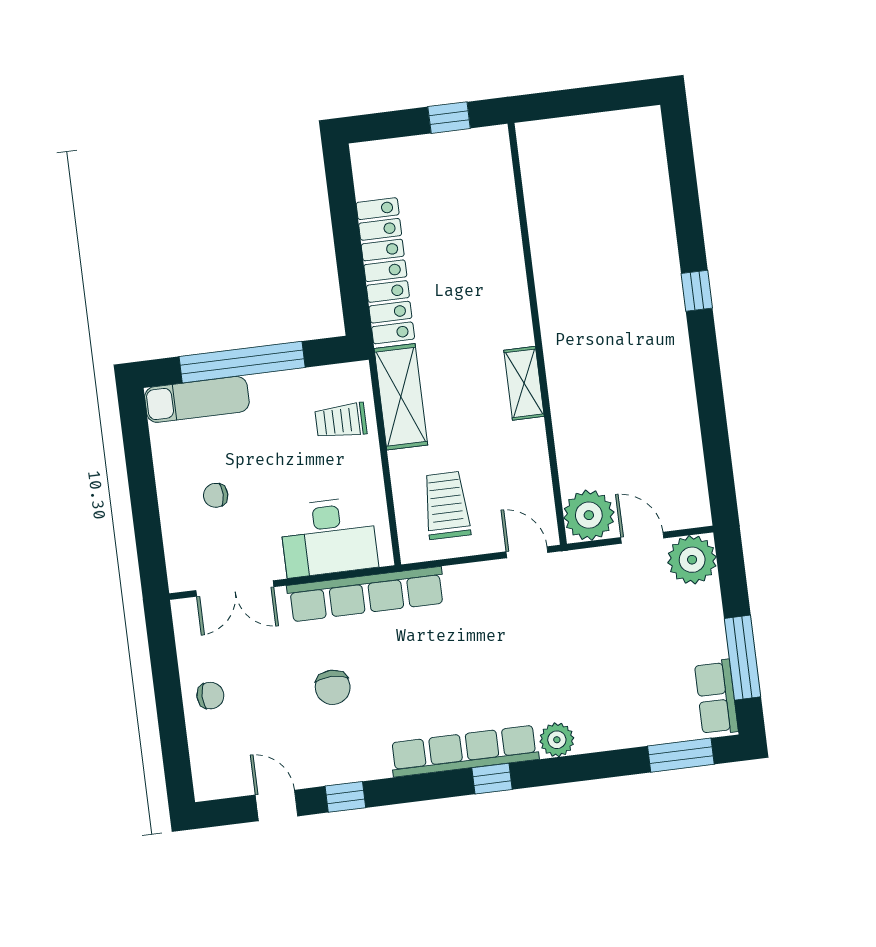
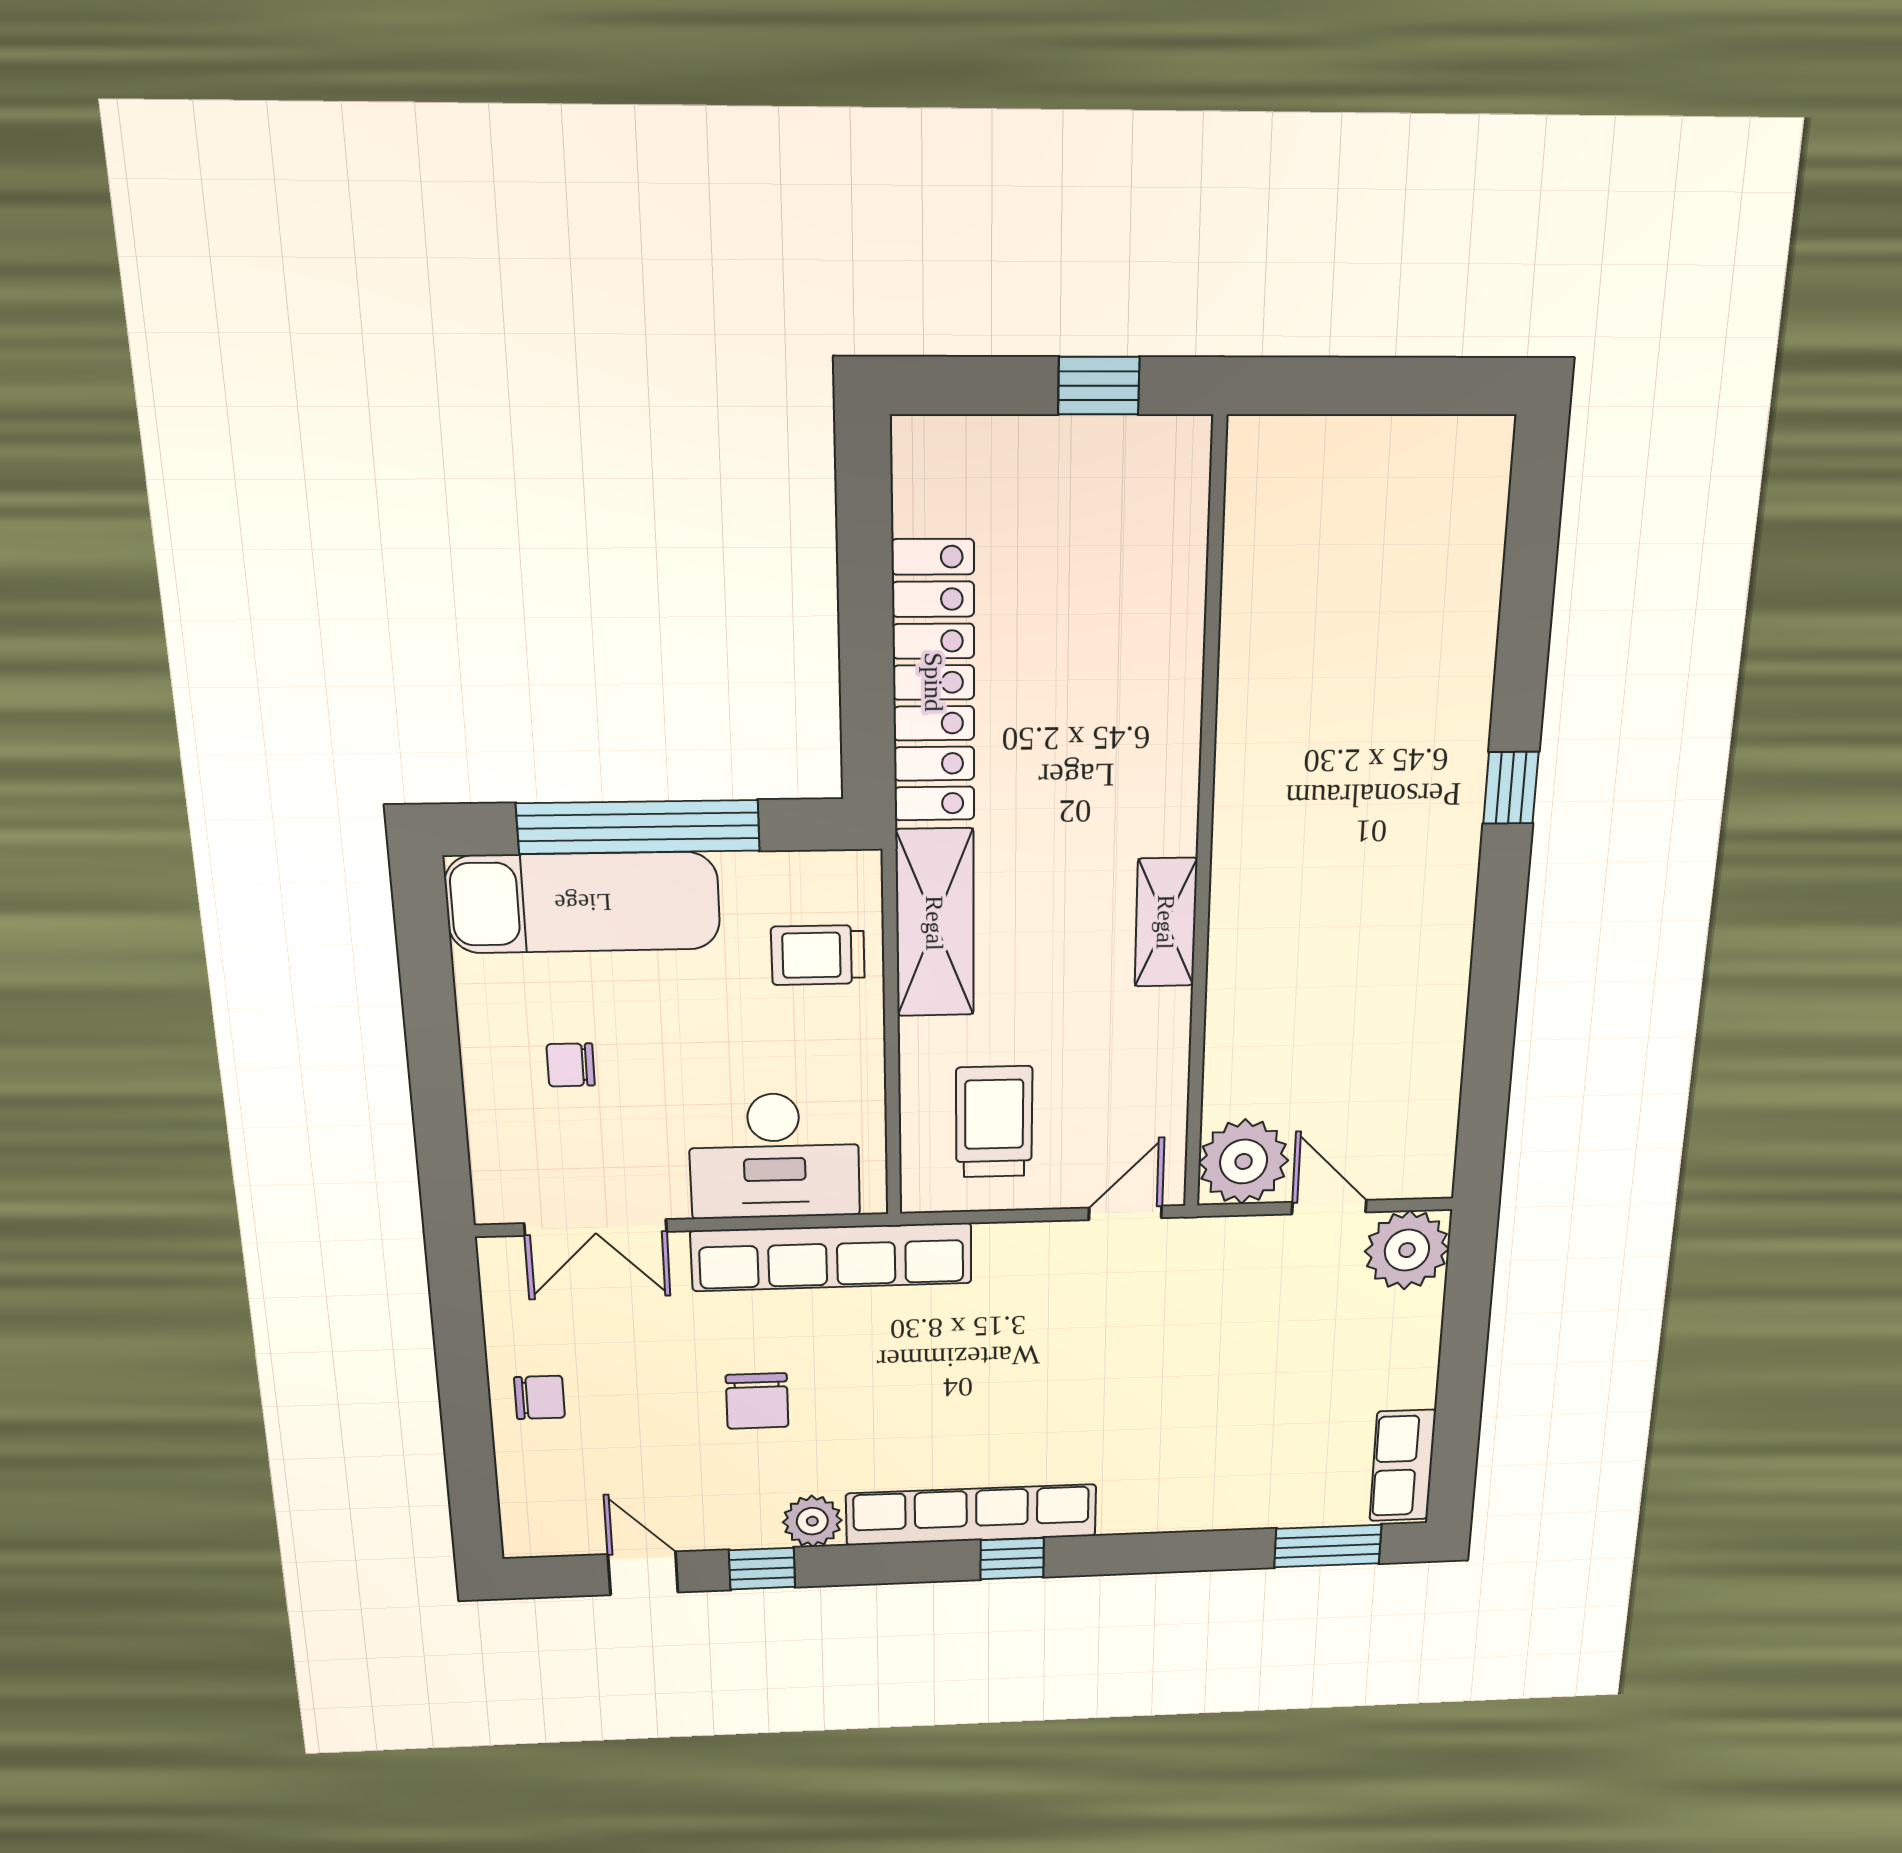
exam couch: (197, 399) -> (583, 903), width x1.36, depth x1.45
door: (527, 552) -> (1125, 1213), hinge flipped
window: (743, 658) -> (1458, 1409), removed
plant: (557, 740) -> (812, 1521), moved

